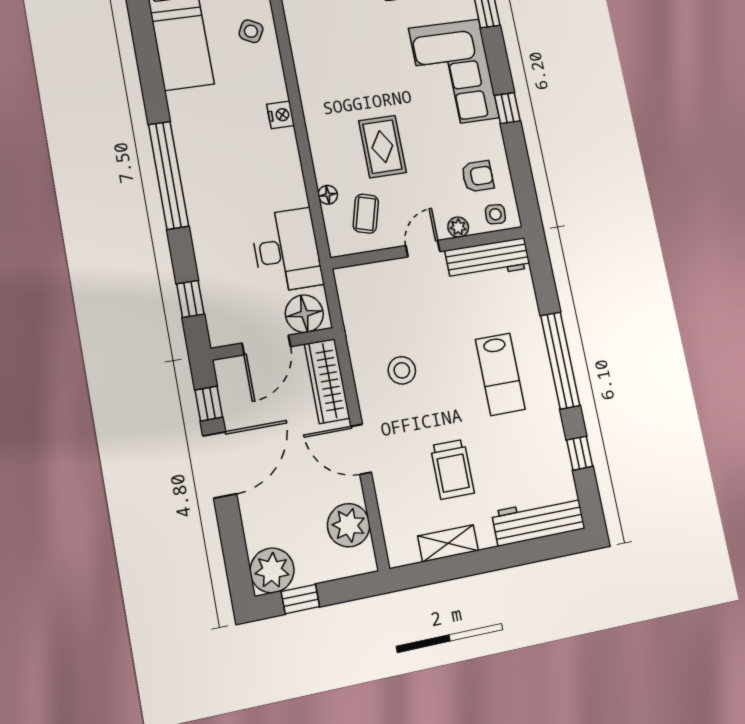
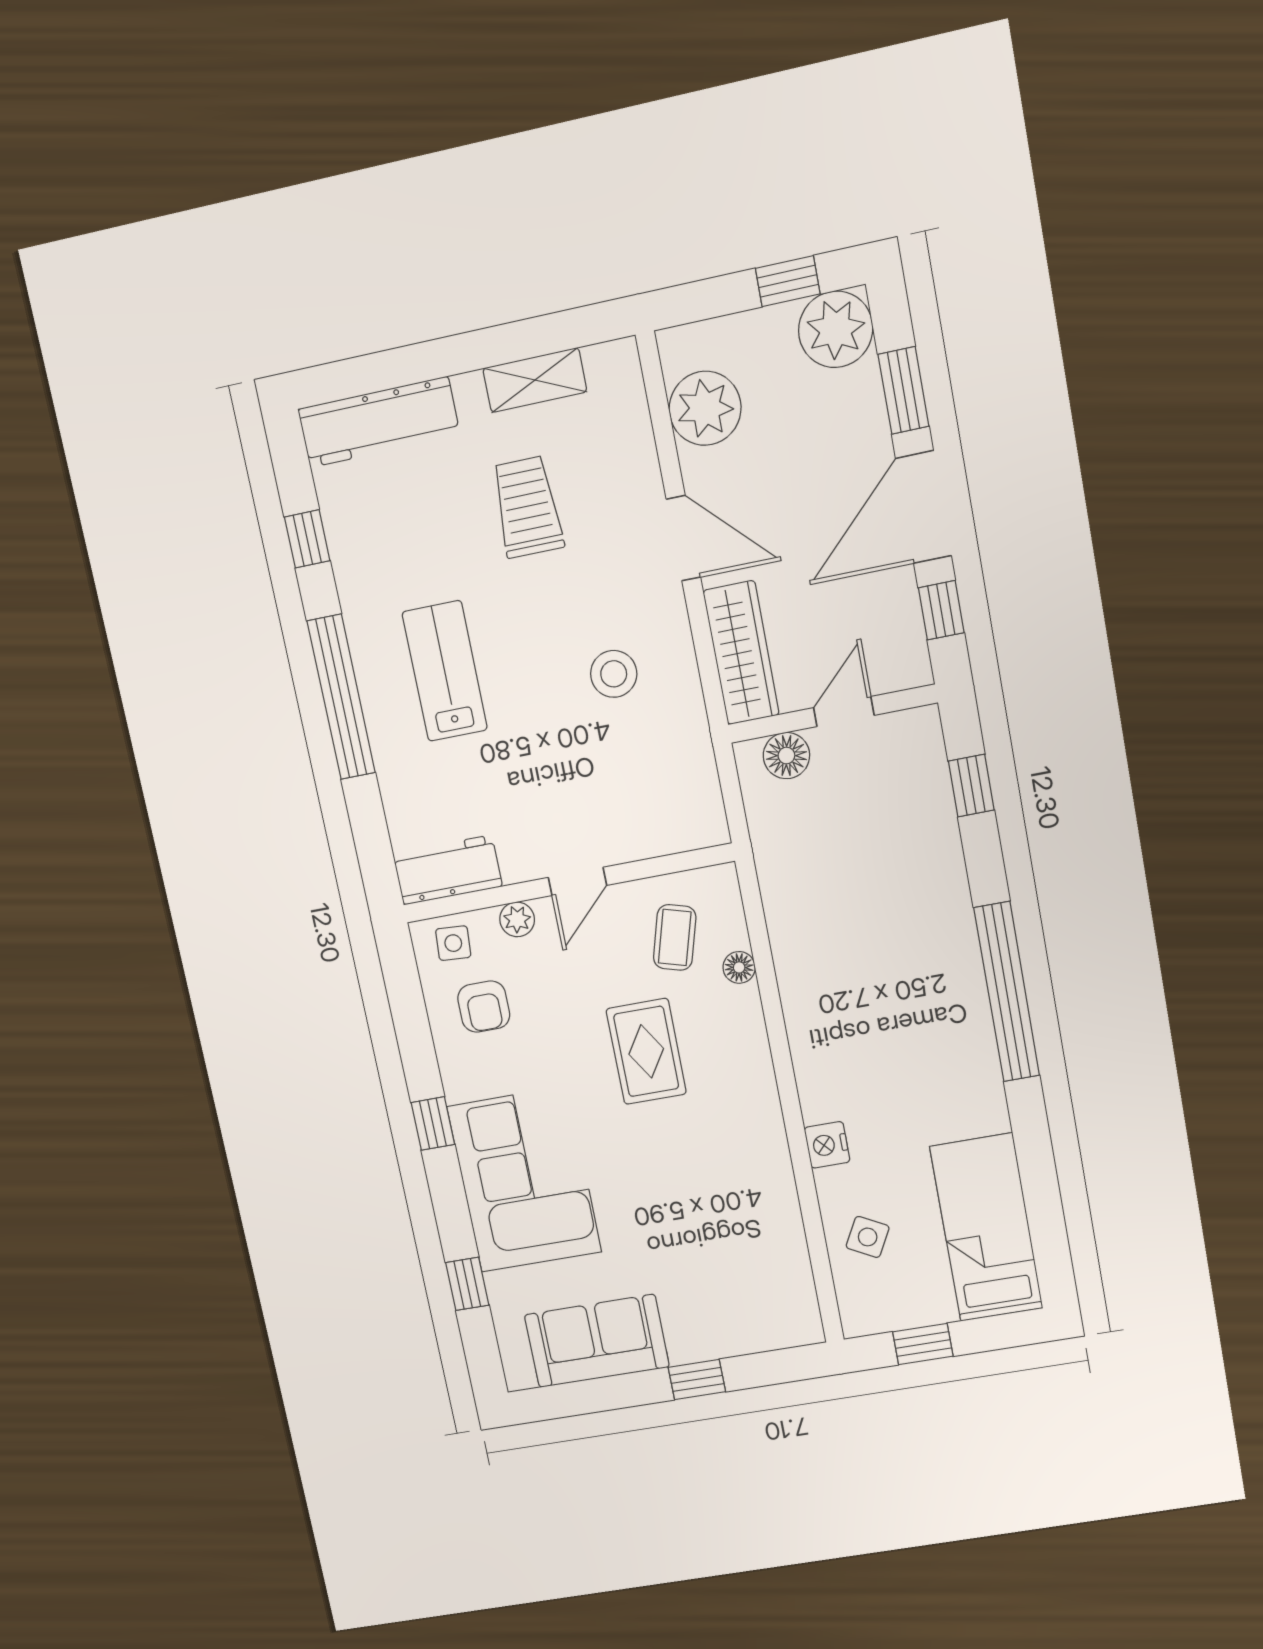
nightstand: (281, 115) -> (827, 1145), moved
armchair: (478, 176) -> (484, 1007), turned -90
desk: (287, 250) -> (809, 872), removed
workbench: (488, 259) -> (448, 870), width x0.73
floor lamp: (304, 314) -> (786, 756), width x0.73, depth x0.73
door: (266, 345) -> (844, 711), width x0.73
window: (232, 534) -> (903, 390), added

